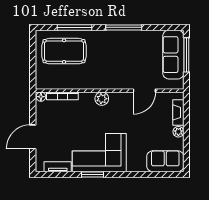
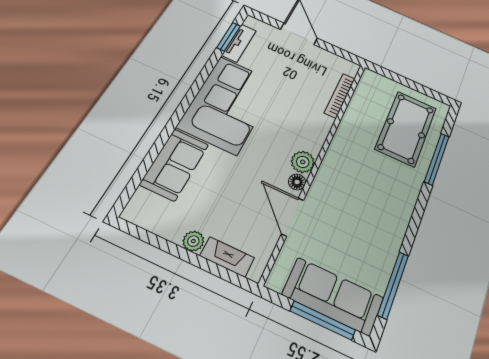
window: (124, 27) -> (393, 285), moved
floor lamp: (41, 97) -> (297, 182), moved
plant: (102, 99) -> (303, 162), moved
sofa: (165, 161) -> (175, 164), moved
window: (93, 175) -> (229, 37), moved

